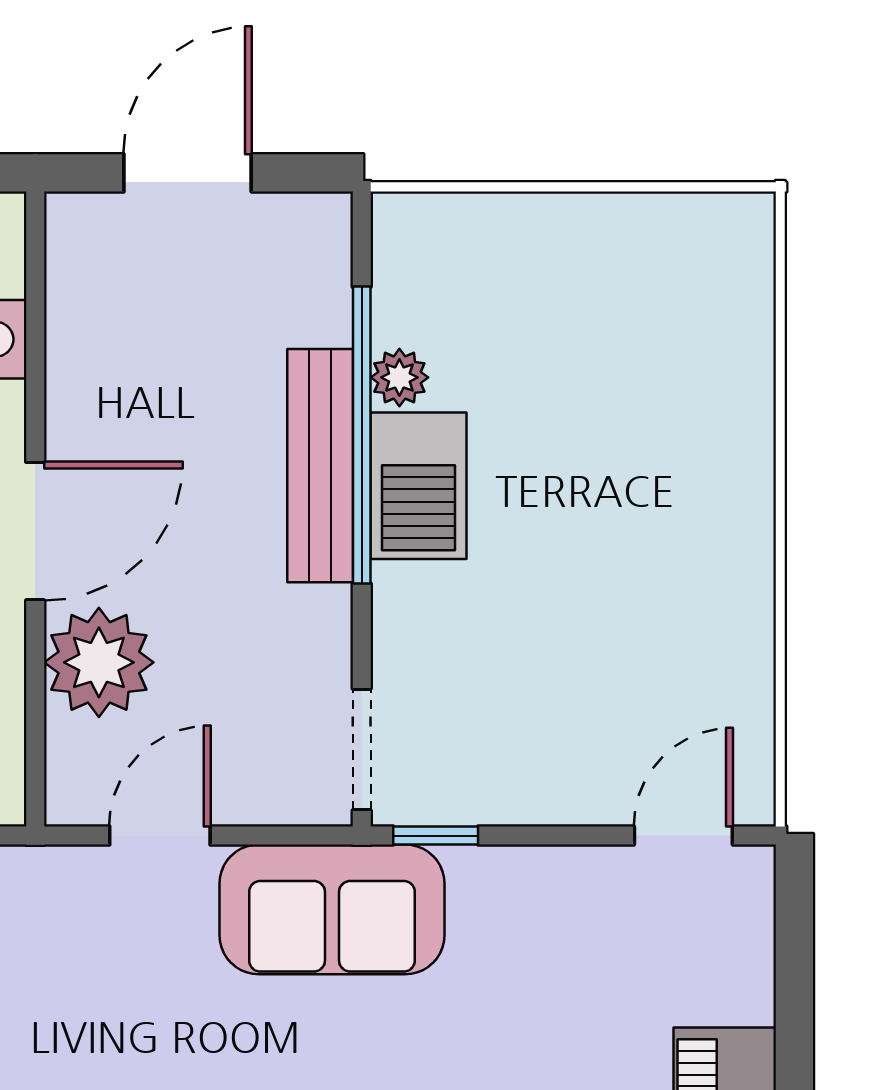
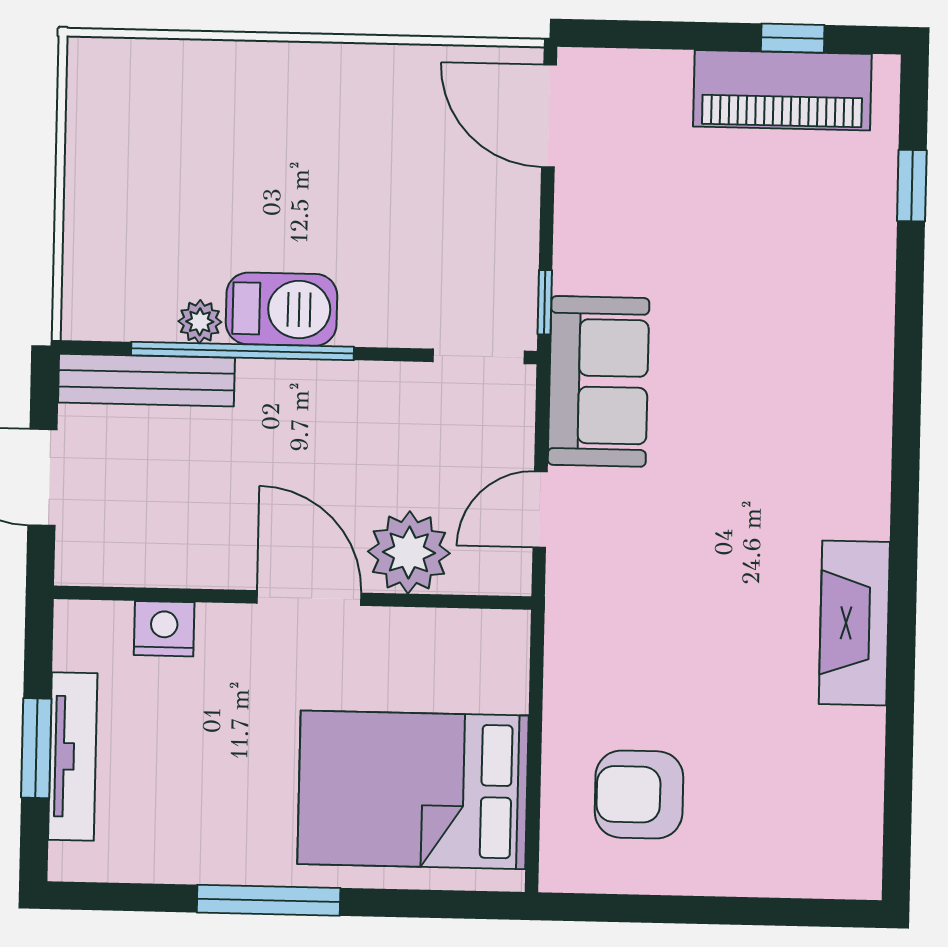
bench: (320, 466) -> (146, 380), moved
door: (160, 836) -> (540, 510), hinge flipped
door: (683, 836) -> (549, 116), width x1.38

